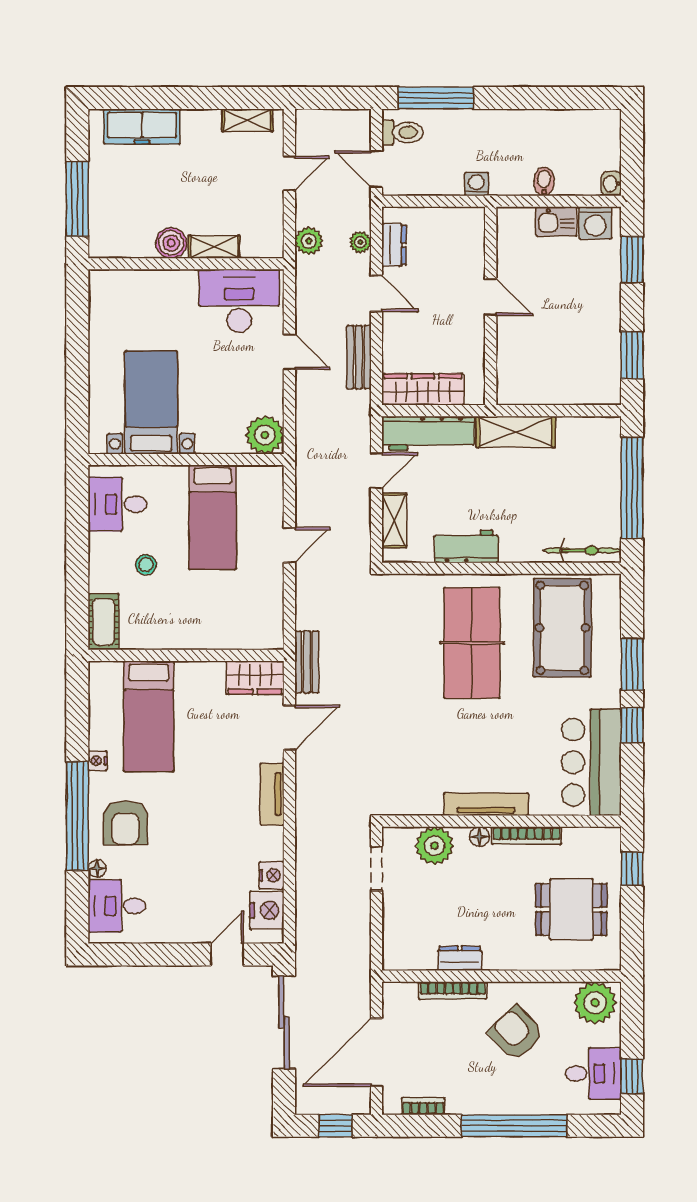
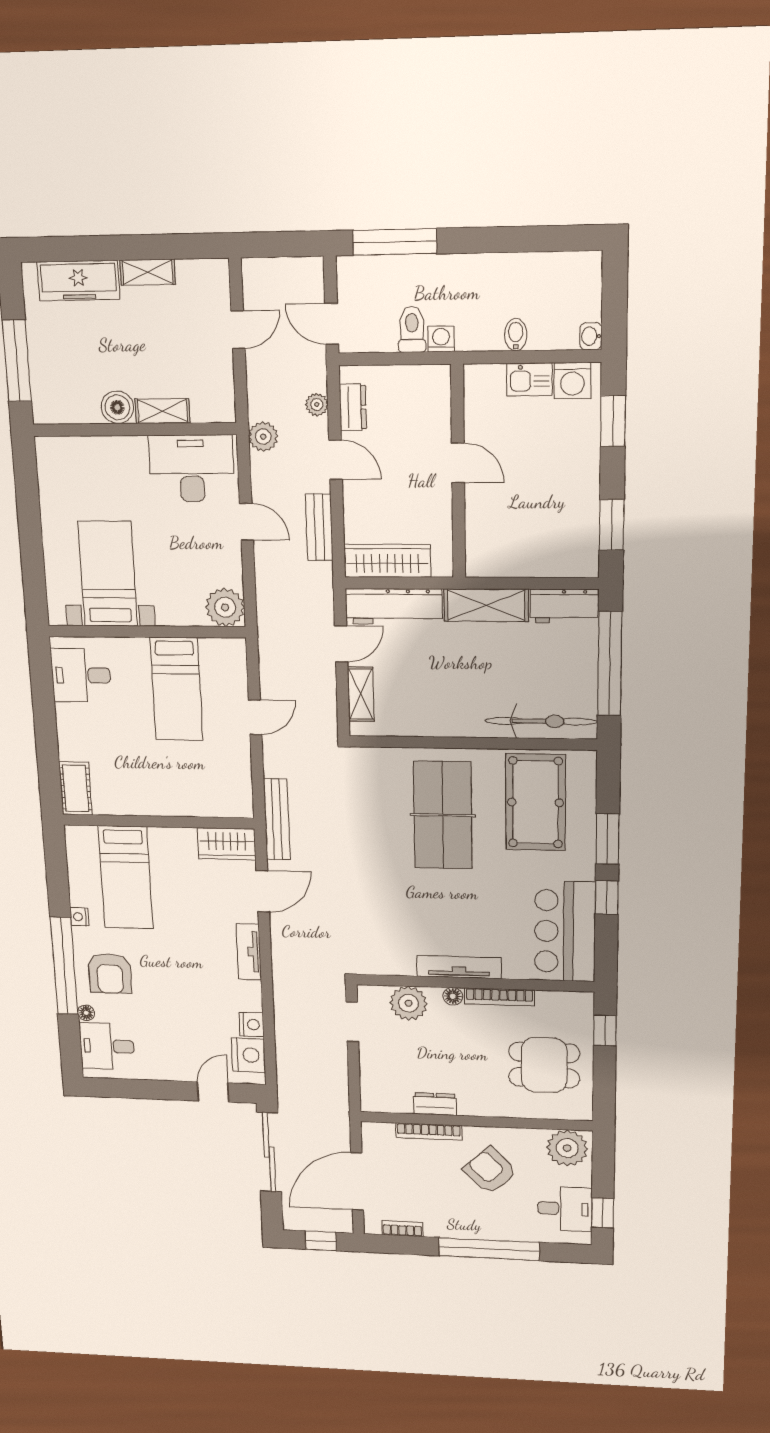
shelving: (247, 120) -> (148, 272), moved
toilet: (402, 132) -> (412, 329), moved, turned -90
plant: (309, 241) -> (263, 437), moved
workbench: (466, 547) -> (564, 606), moved, turned 180
bicycle: (582, 550) -> (541, 721), width x1.37, depth x1.40
stool: (146, 565) -> (113, 734), removed
bench: (307, 662) -> (277, 819), width x1.36

